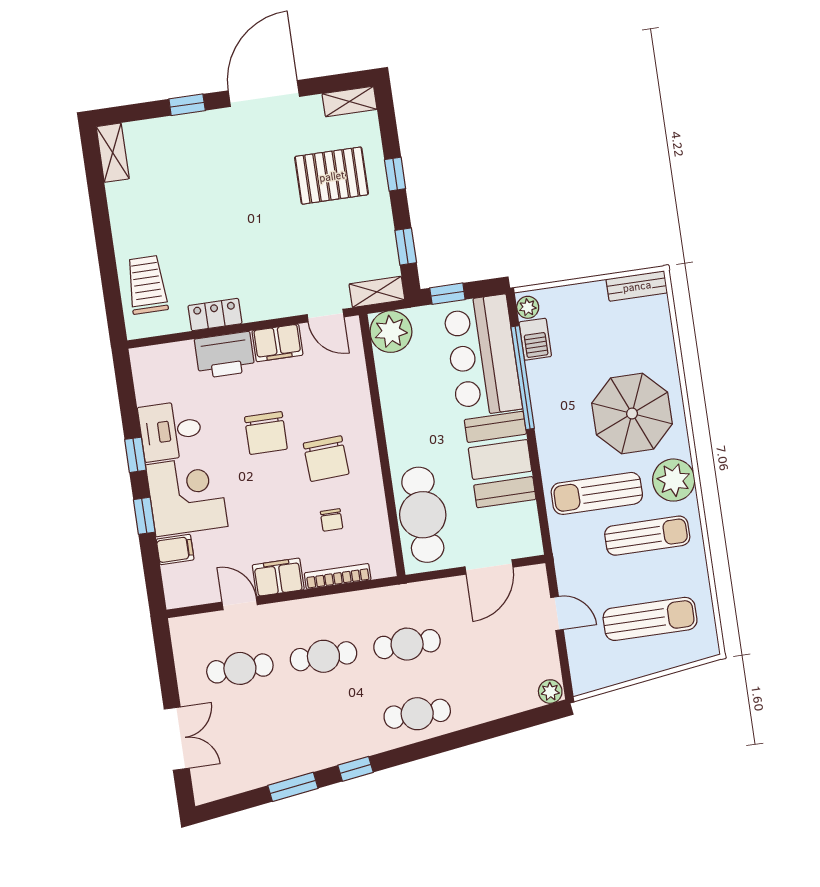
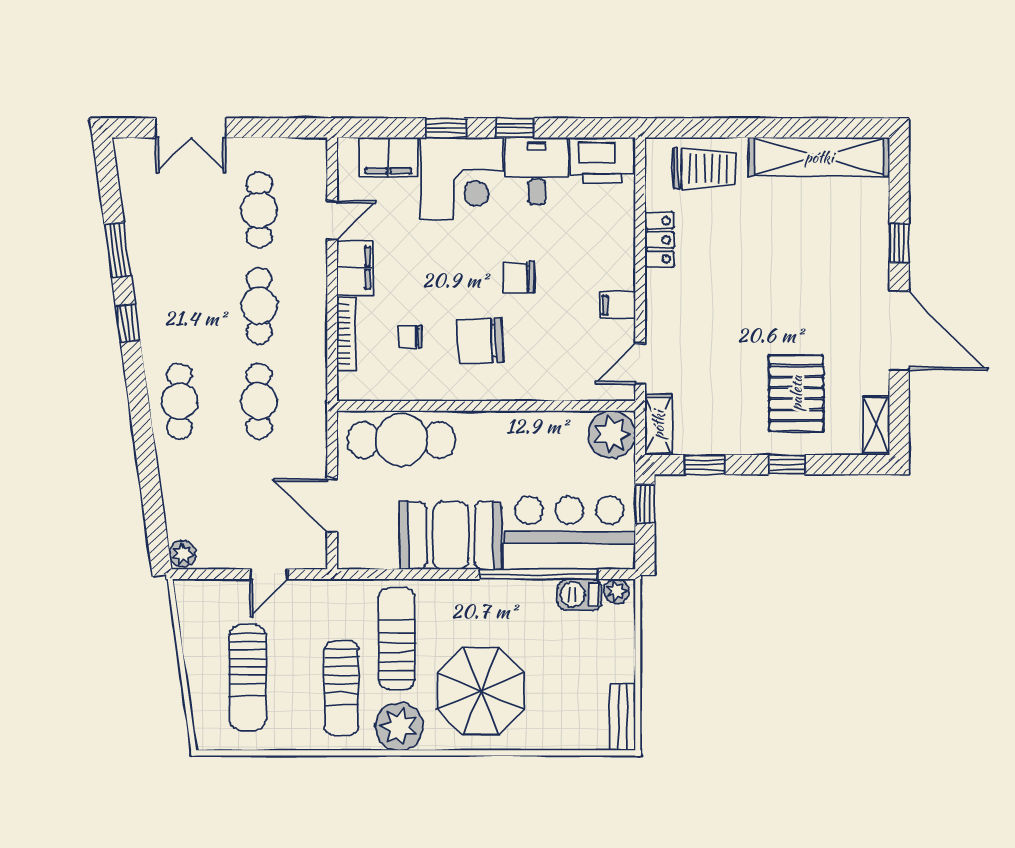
shelving: (113, 153) -> (819, 157), width x2.20, depth x1.33
filing cabinet: (277, 343) -> (618, 305), width x0.50
printer: (225, 355) -> (602, 160), moved, turned -90
chair: (266, 433) -> (519, 278), width x0.73, depth x0.73
filing cabinet: (175, 549) -> (388, 157), width x2.00

